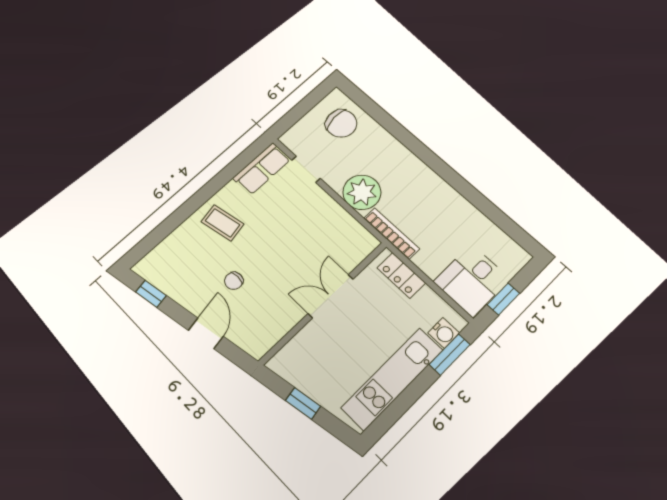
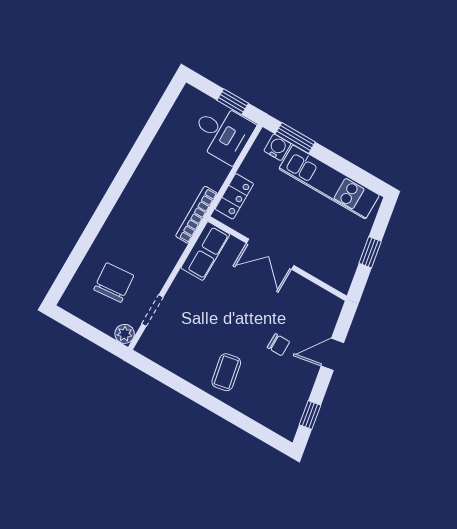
chair: (341, 123) -> (114, 282), moved
row of seats: (262, 169) -> (205, 251), moved, turned 90
plant: (362, 192) -> (125, 334), moved, width x0.53, depth x0.53

